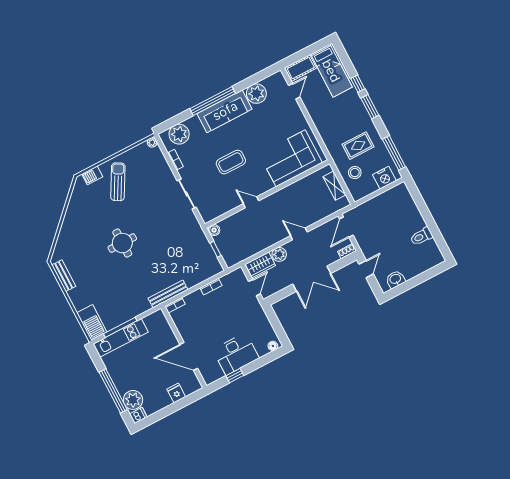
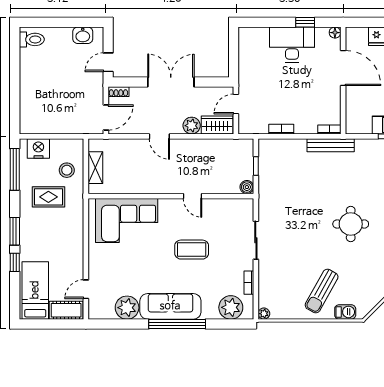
toilet: (421, 236) -> (32, 39), moved
floor lamp: (273, 346) -> (335, 33), moved

